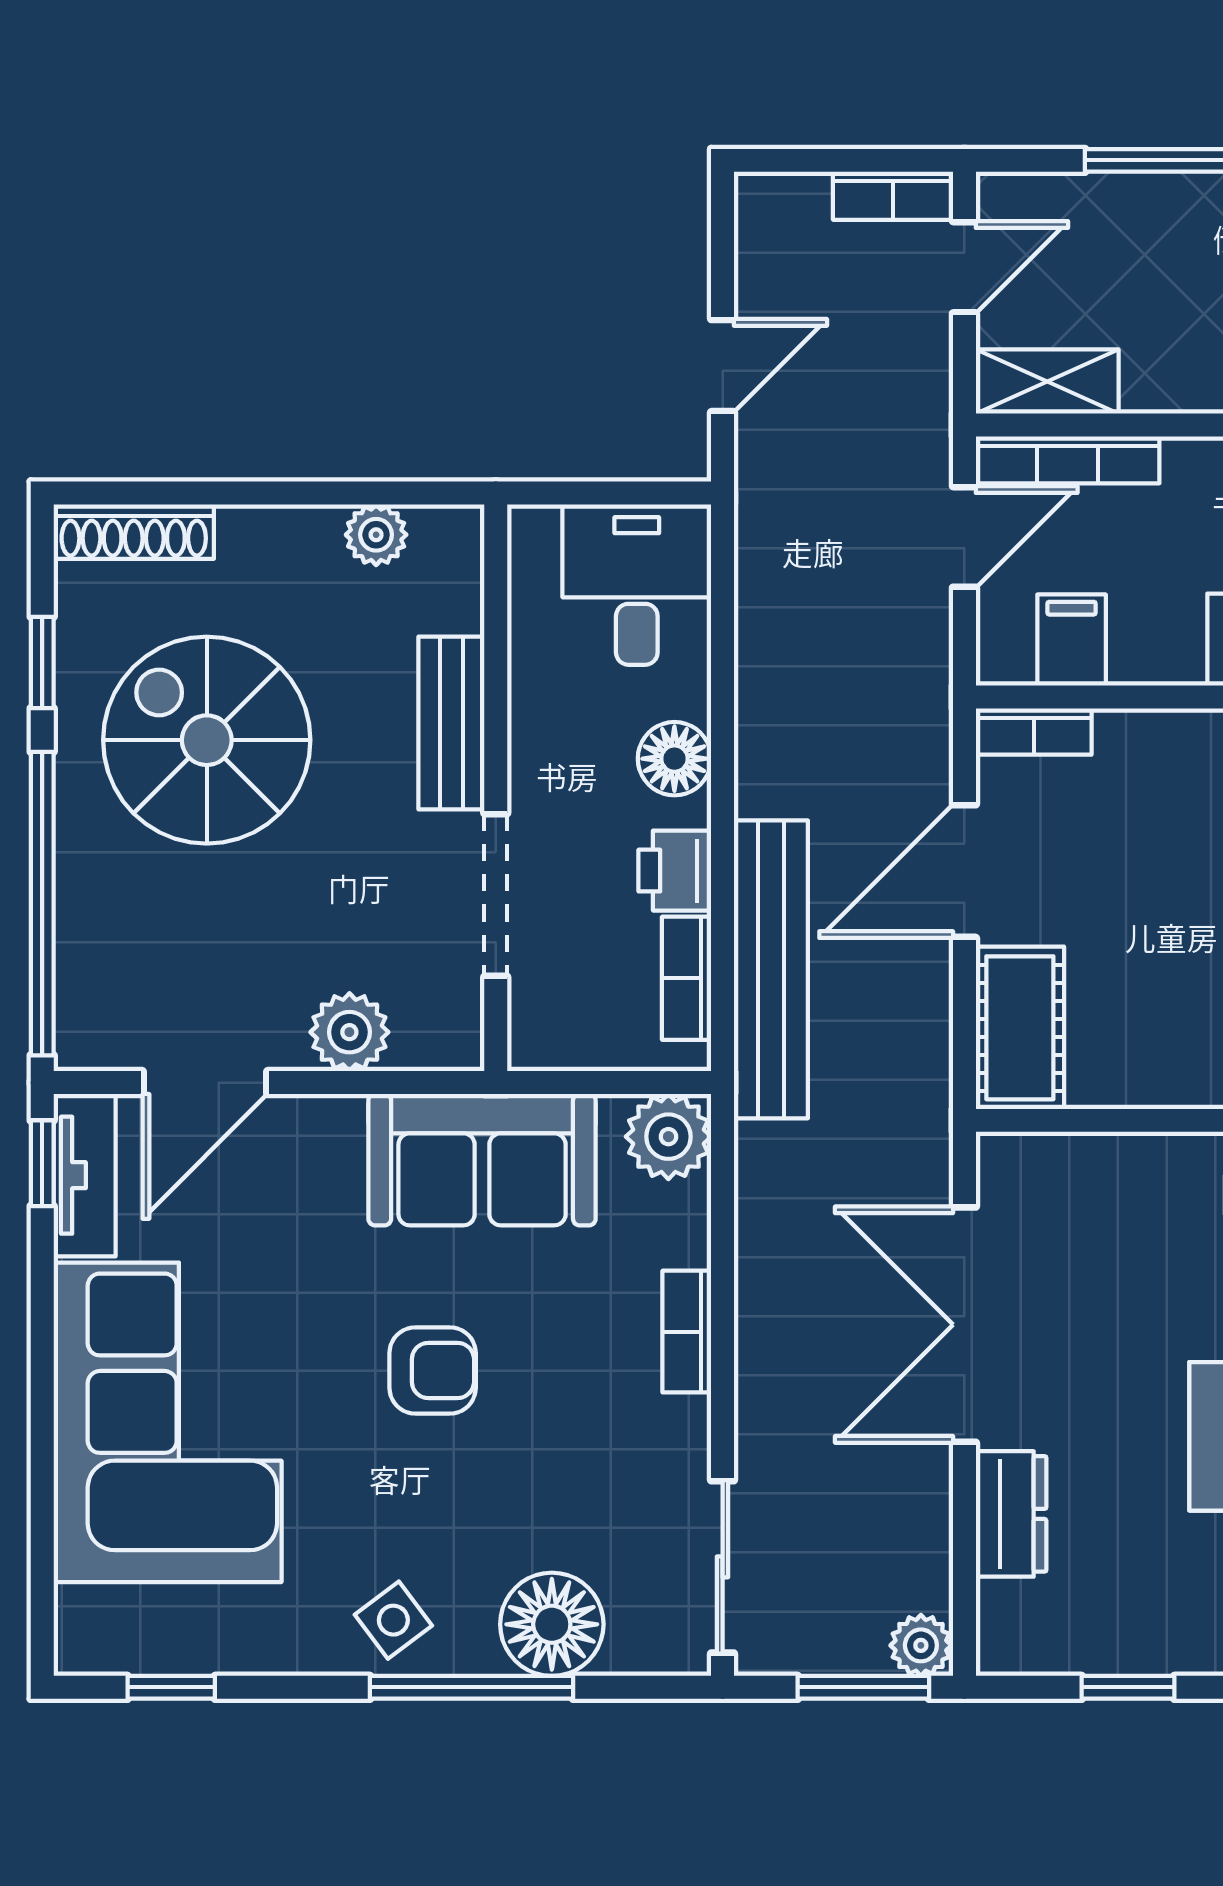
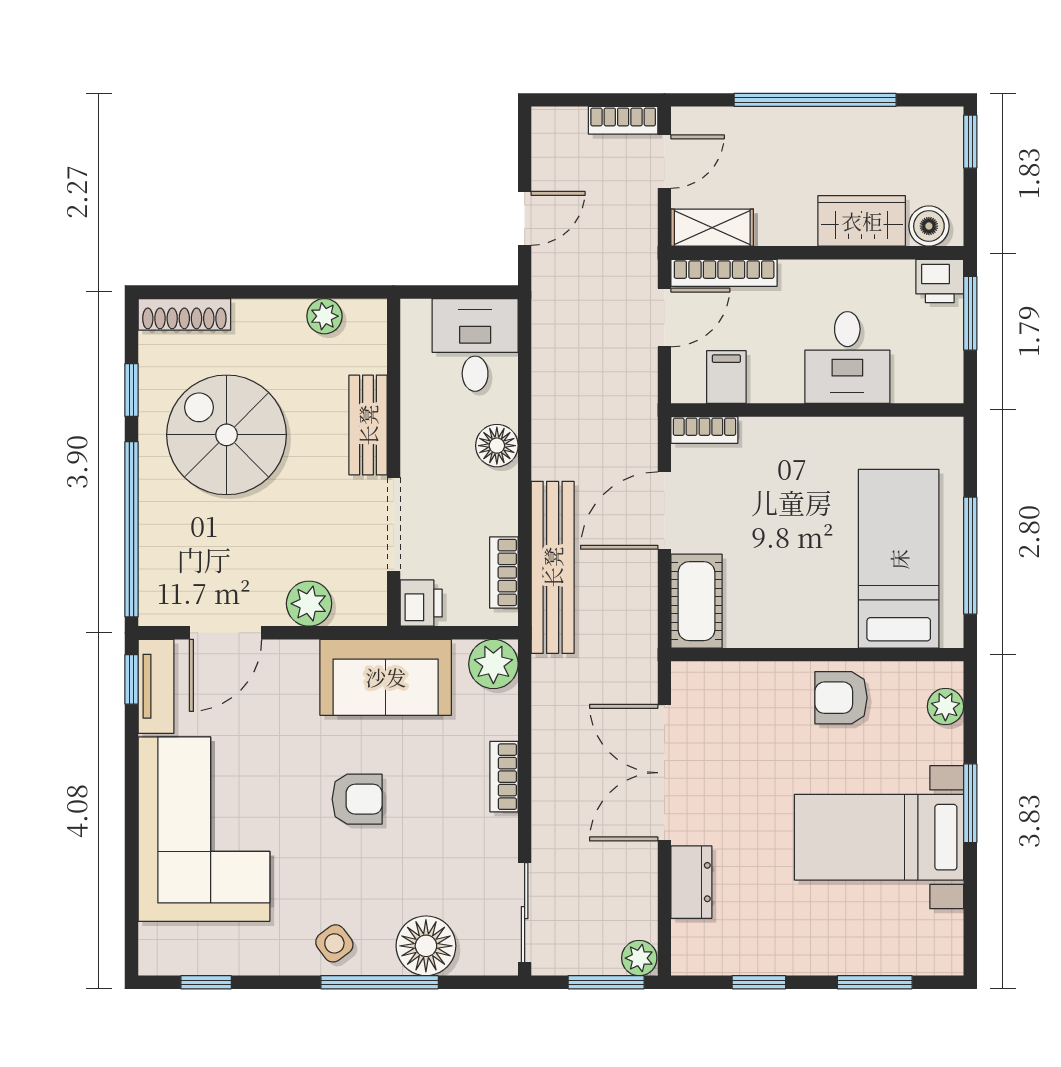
printer: (675, 871) -> (421, 603), moved, turned 180

